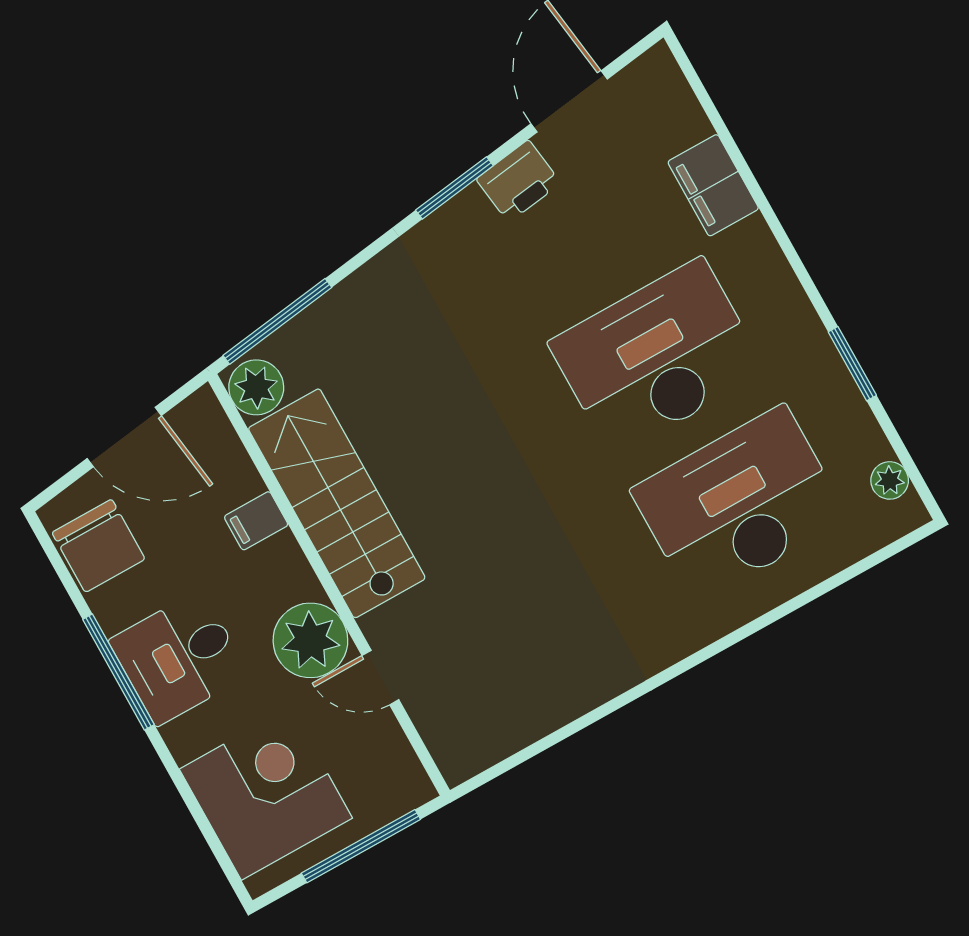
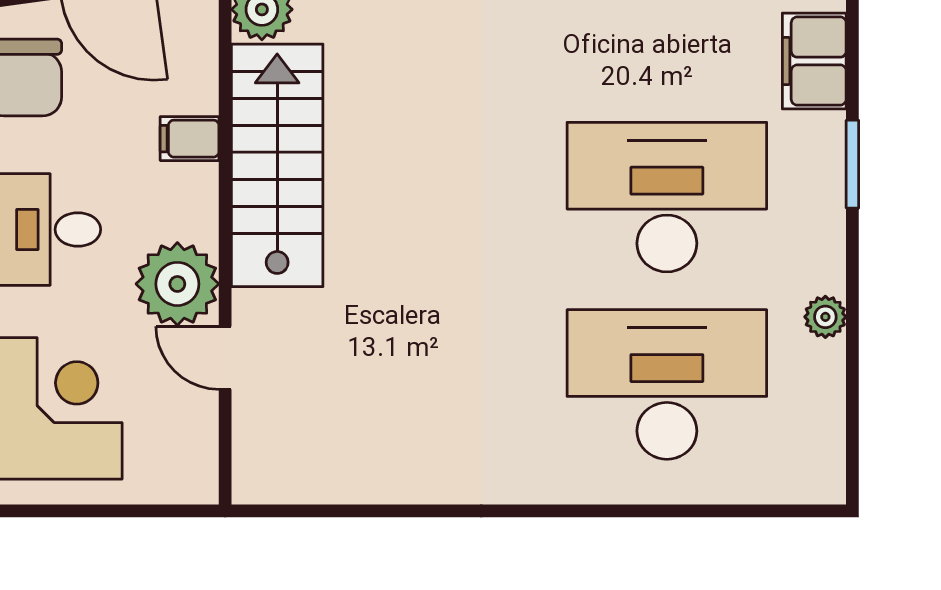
window: (852, 364) -> (852, 164), moved
plant: (890, 480) -> (825, 317), moved
window: (361, 846) -> (115, 511), removed

